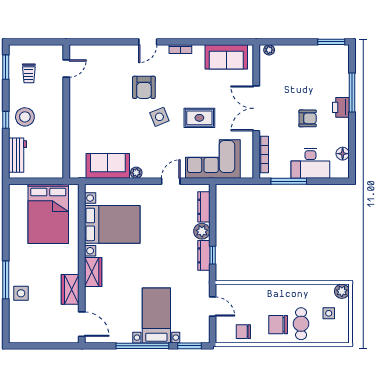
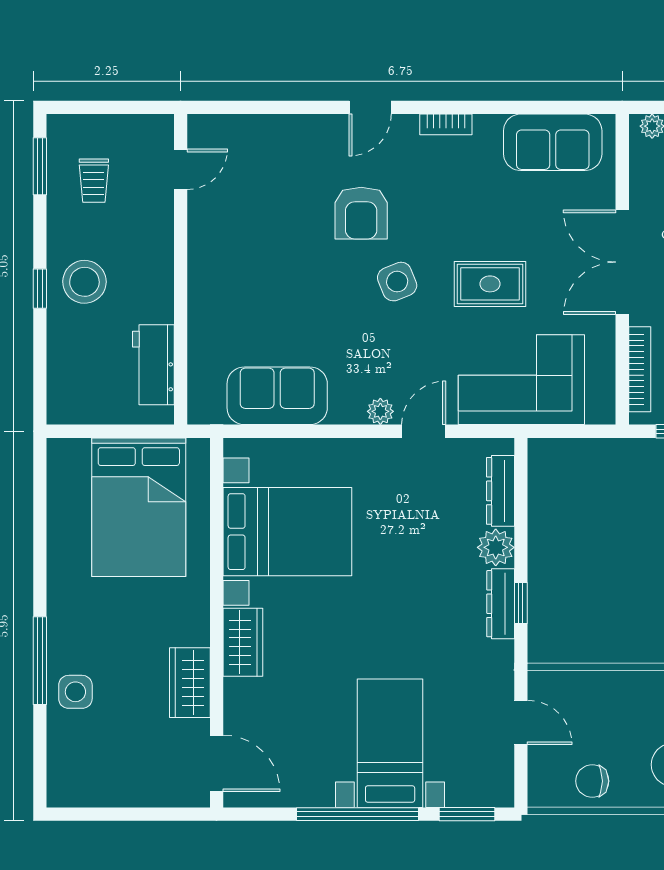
workbench: (17, 155) -> (153, 365), moved, turned 180
plant: (136, 173) -> (380, 411), moved

